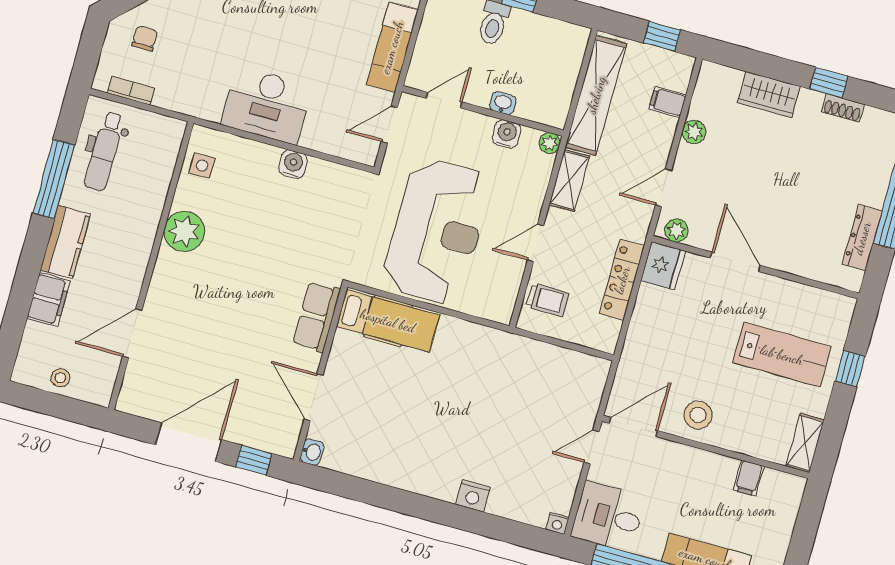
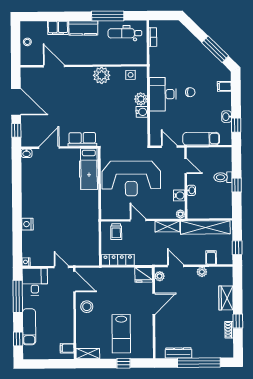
chair: (145, 38) -> (190, 92), moved
plant: (263, 158) -> (141, 99), added
locker: (622, 280) -> (118, 260), moved
filing cabinet: (749, 478) -> (67, 348), moved

